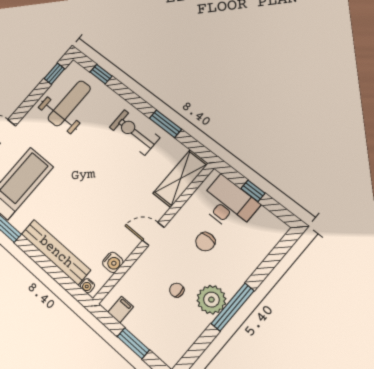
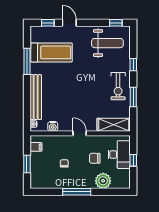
window: (101, 74) -> (133, 65), moved
exercise bike: (135, 132) -> (118, 86), turned 180
plant: (211, 300) -> (103, 181), moved

